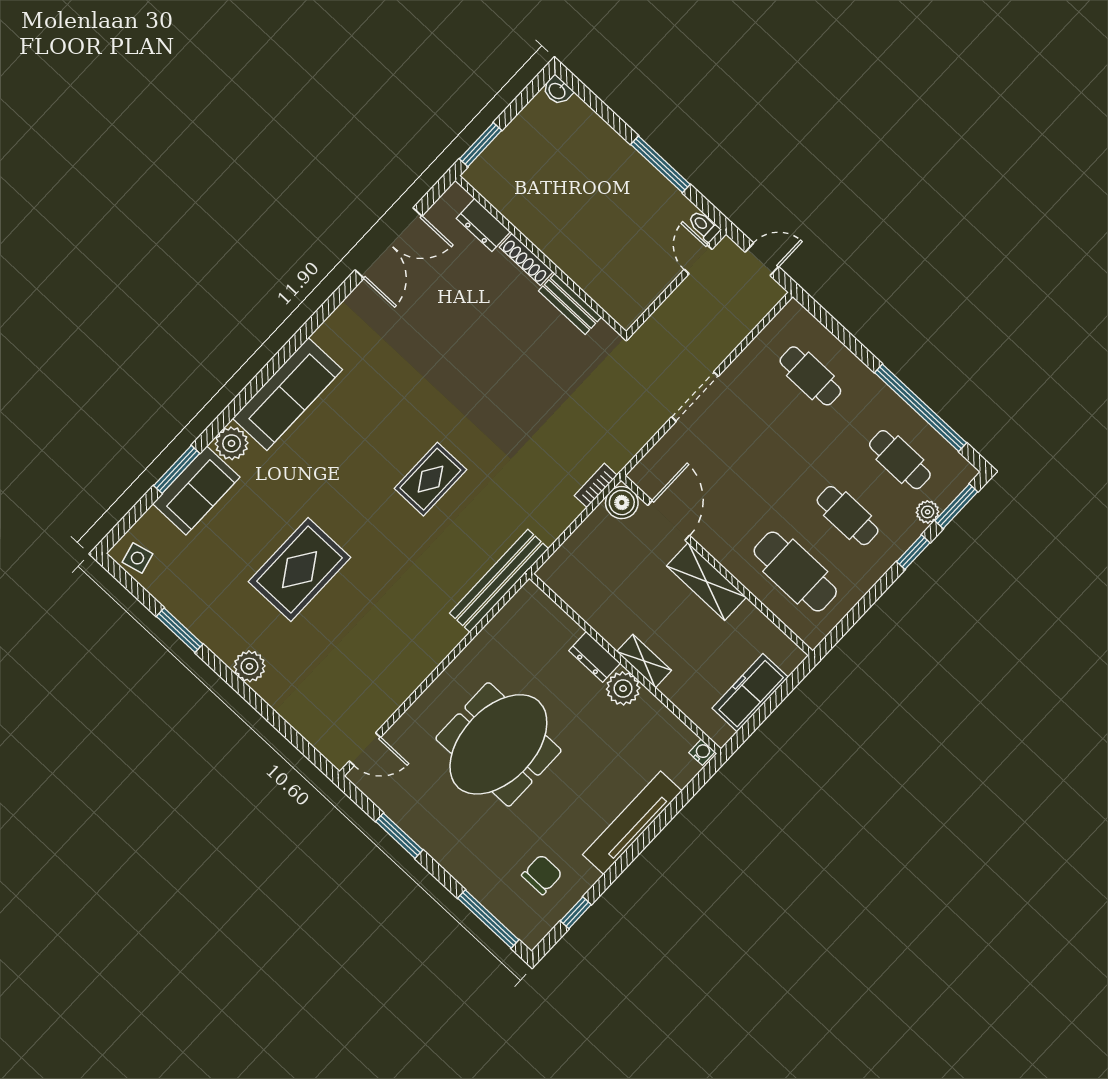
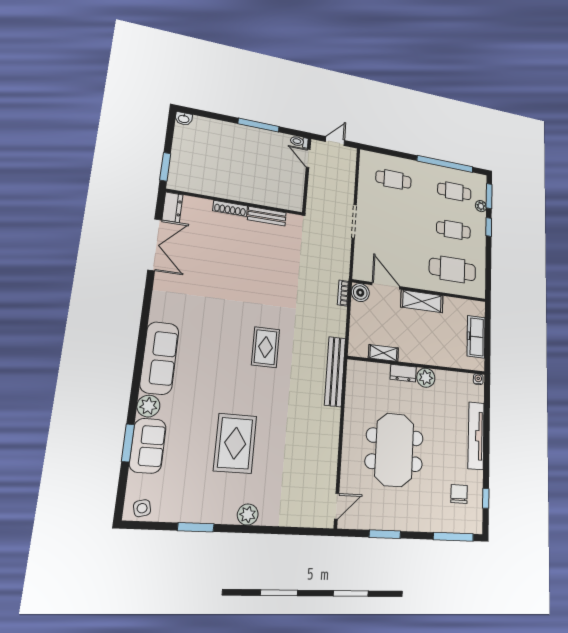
dresser: (483, 225) -> (172, 207), moved, turned -90
shelving: (644, 661) -> (383, 353), moved

